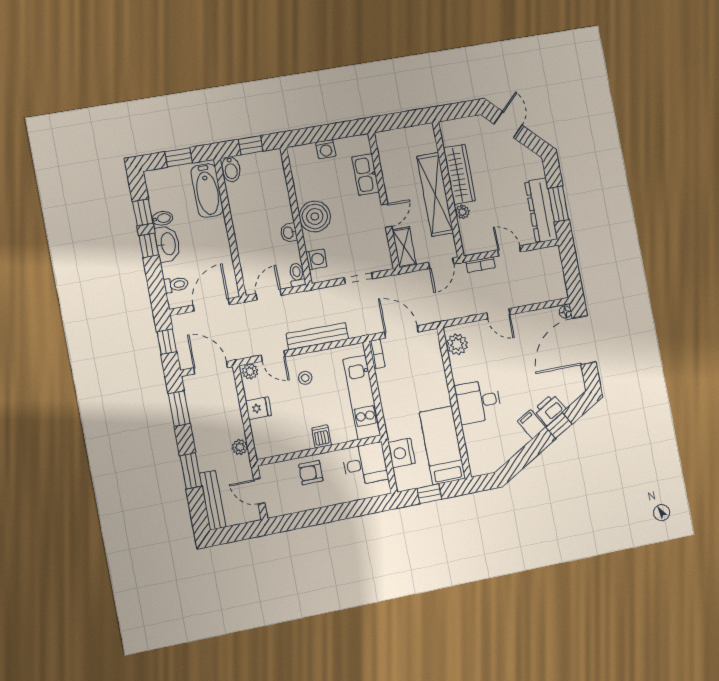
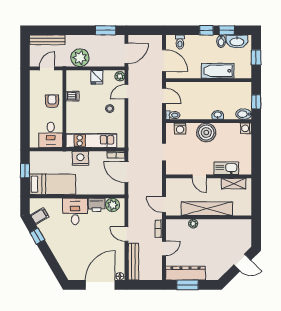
washing machine: (326, 149) -> (246, 128), moved
bidet: (231, 169) -> (244, 114), moved
wardrobe: (459, 174) -> (217, 226), removed
bathtub: (207, 191) -> (218, 71), moved
washbasin: (289, 233) -> (218, 115), moved
washbasin: (168, 244) -> (237, 42), moved
shelving: (404, 247) -> (234, 184), moved
door: (498, 314) -> (126, 234), hinge flipped
door: (401, 332) -> (126, 172), swing flipped
bench: (317, 336) -> (133, 262), moved
door: (584, 340) -> (100, 285), hinge flipped
window: (167, 342) -> (147, 30), removed
printer: (550, 410) -> (97, 205), moved, turned 120
filing cabinet: (532, 424) -> (40, 216), moved
window: (559, 426) -> (37, 236), moved
dishwasher: (322, 437) -> (72, 96), moved
plant: (240, 447) -> (80, 58), width x1.88, depth x1.88
nightstand: (402, 453) -> (80, 158), moved
window: (191, 471) -> (67, 30), removed

